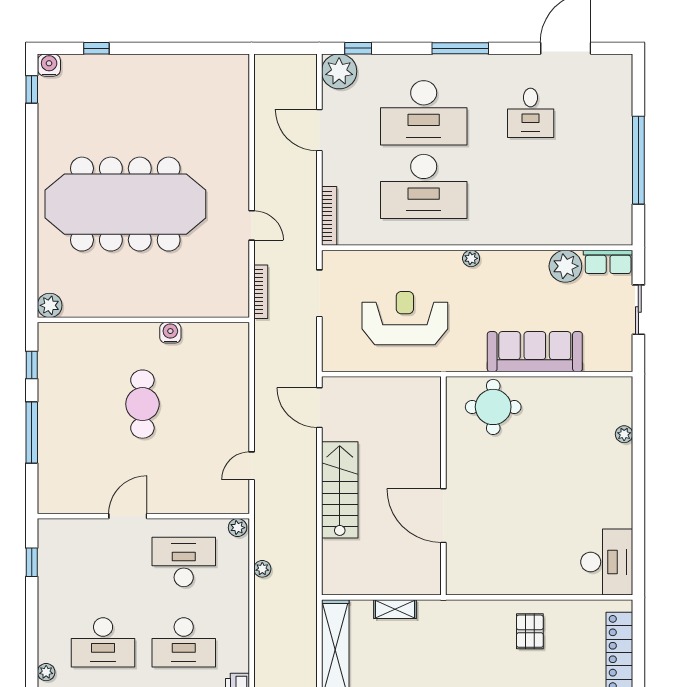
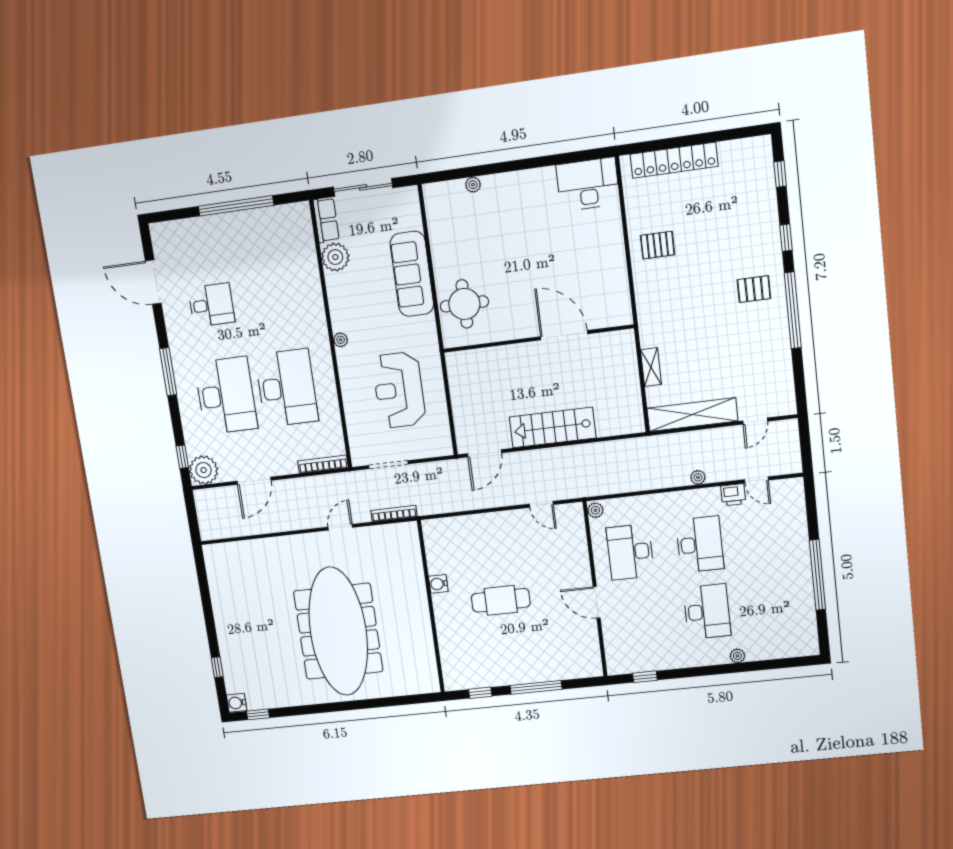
plant: (50, 305) -> (429, 683), removed
sliding door: (638, 310) -> (363, 187), width x1.37
door: (443, 516) -> (564, 335), swing flipped
plant: (262, 569) -> (698, 477), moved

